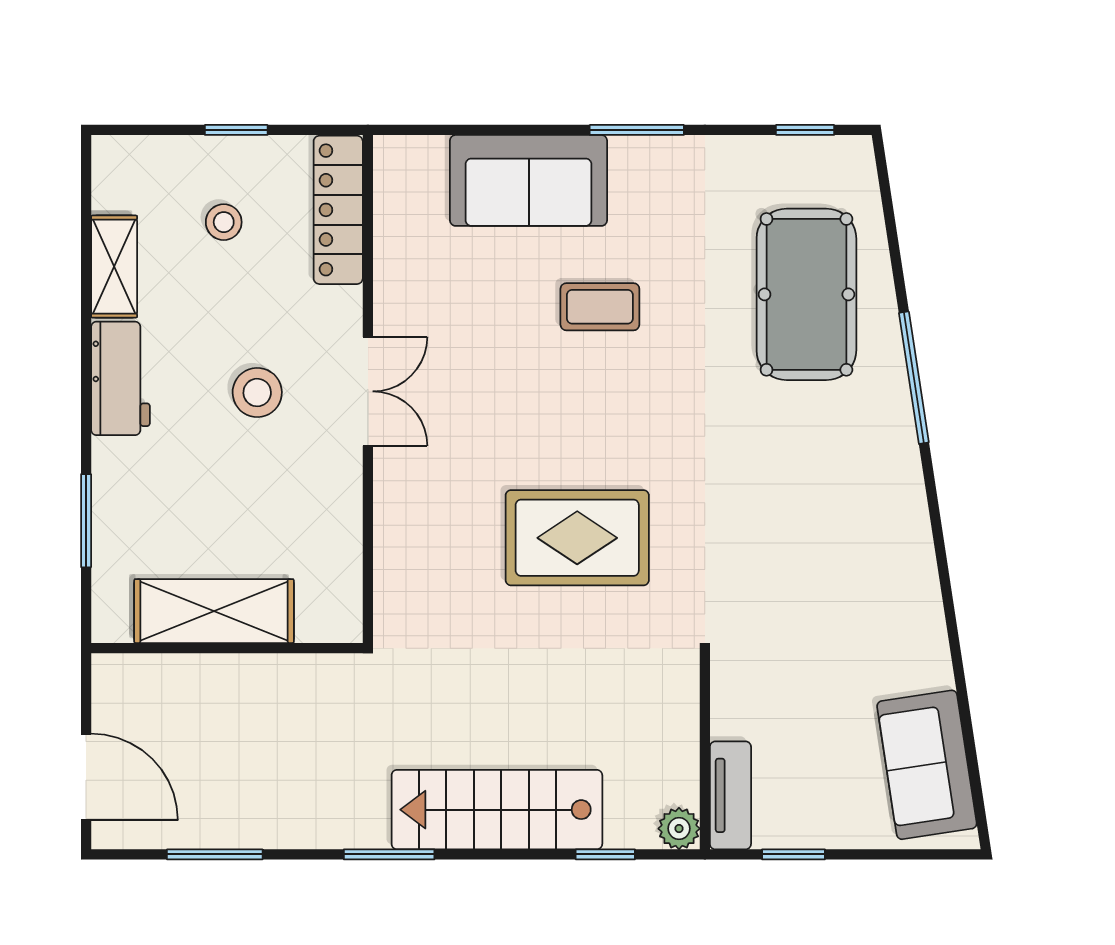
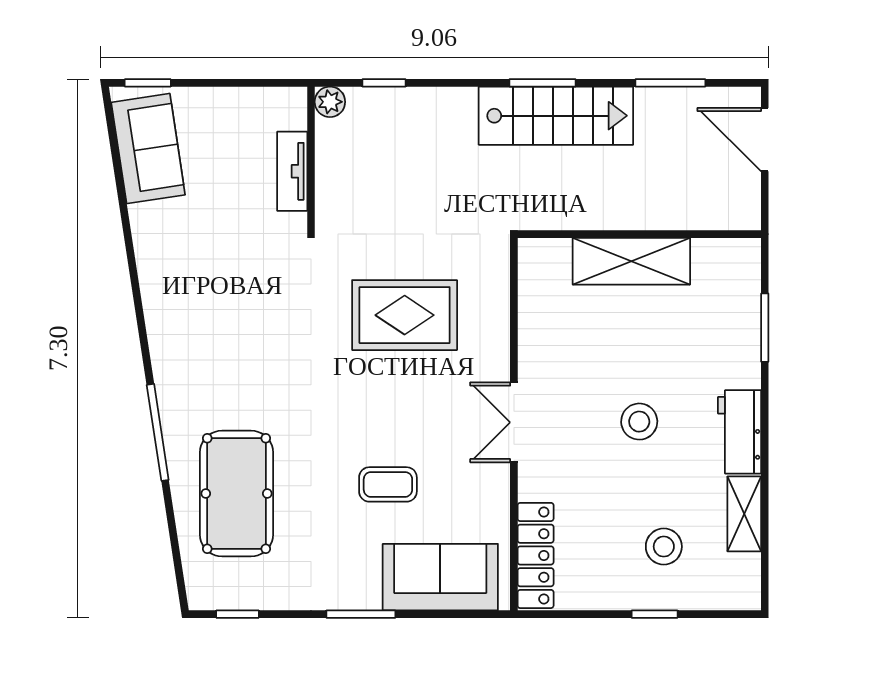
locker: (338, 210) -> (536, 555), moved
stool: (224, 222) -> (664, 547), width x1.37, depth x1.37
wall: (368, 389) -> (514, 424), moved
double door: (368, 391) -> (514, 422), moved
shelving: (214, 611) -> (631, 261), moved
tv unit: (730, 795) -> (292, 171), moved
stairs: (497, 810) -> (556, 116), moved
window: (794, 854) -> (148, 83), moved

